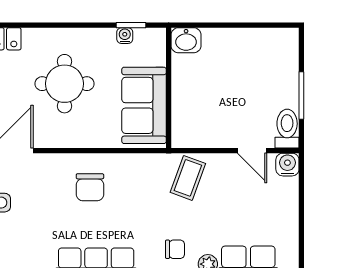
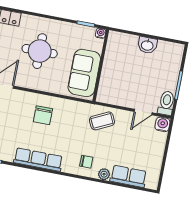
water cooler: (125, 36) -> (101, 33), moved
washbasin: (186, 40) -> (147, 45), moved
door: (252, 151) -> (143, 112), hinge flipped
coffee table: (188, 178) -> (102, 121), turned 44

